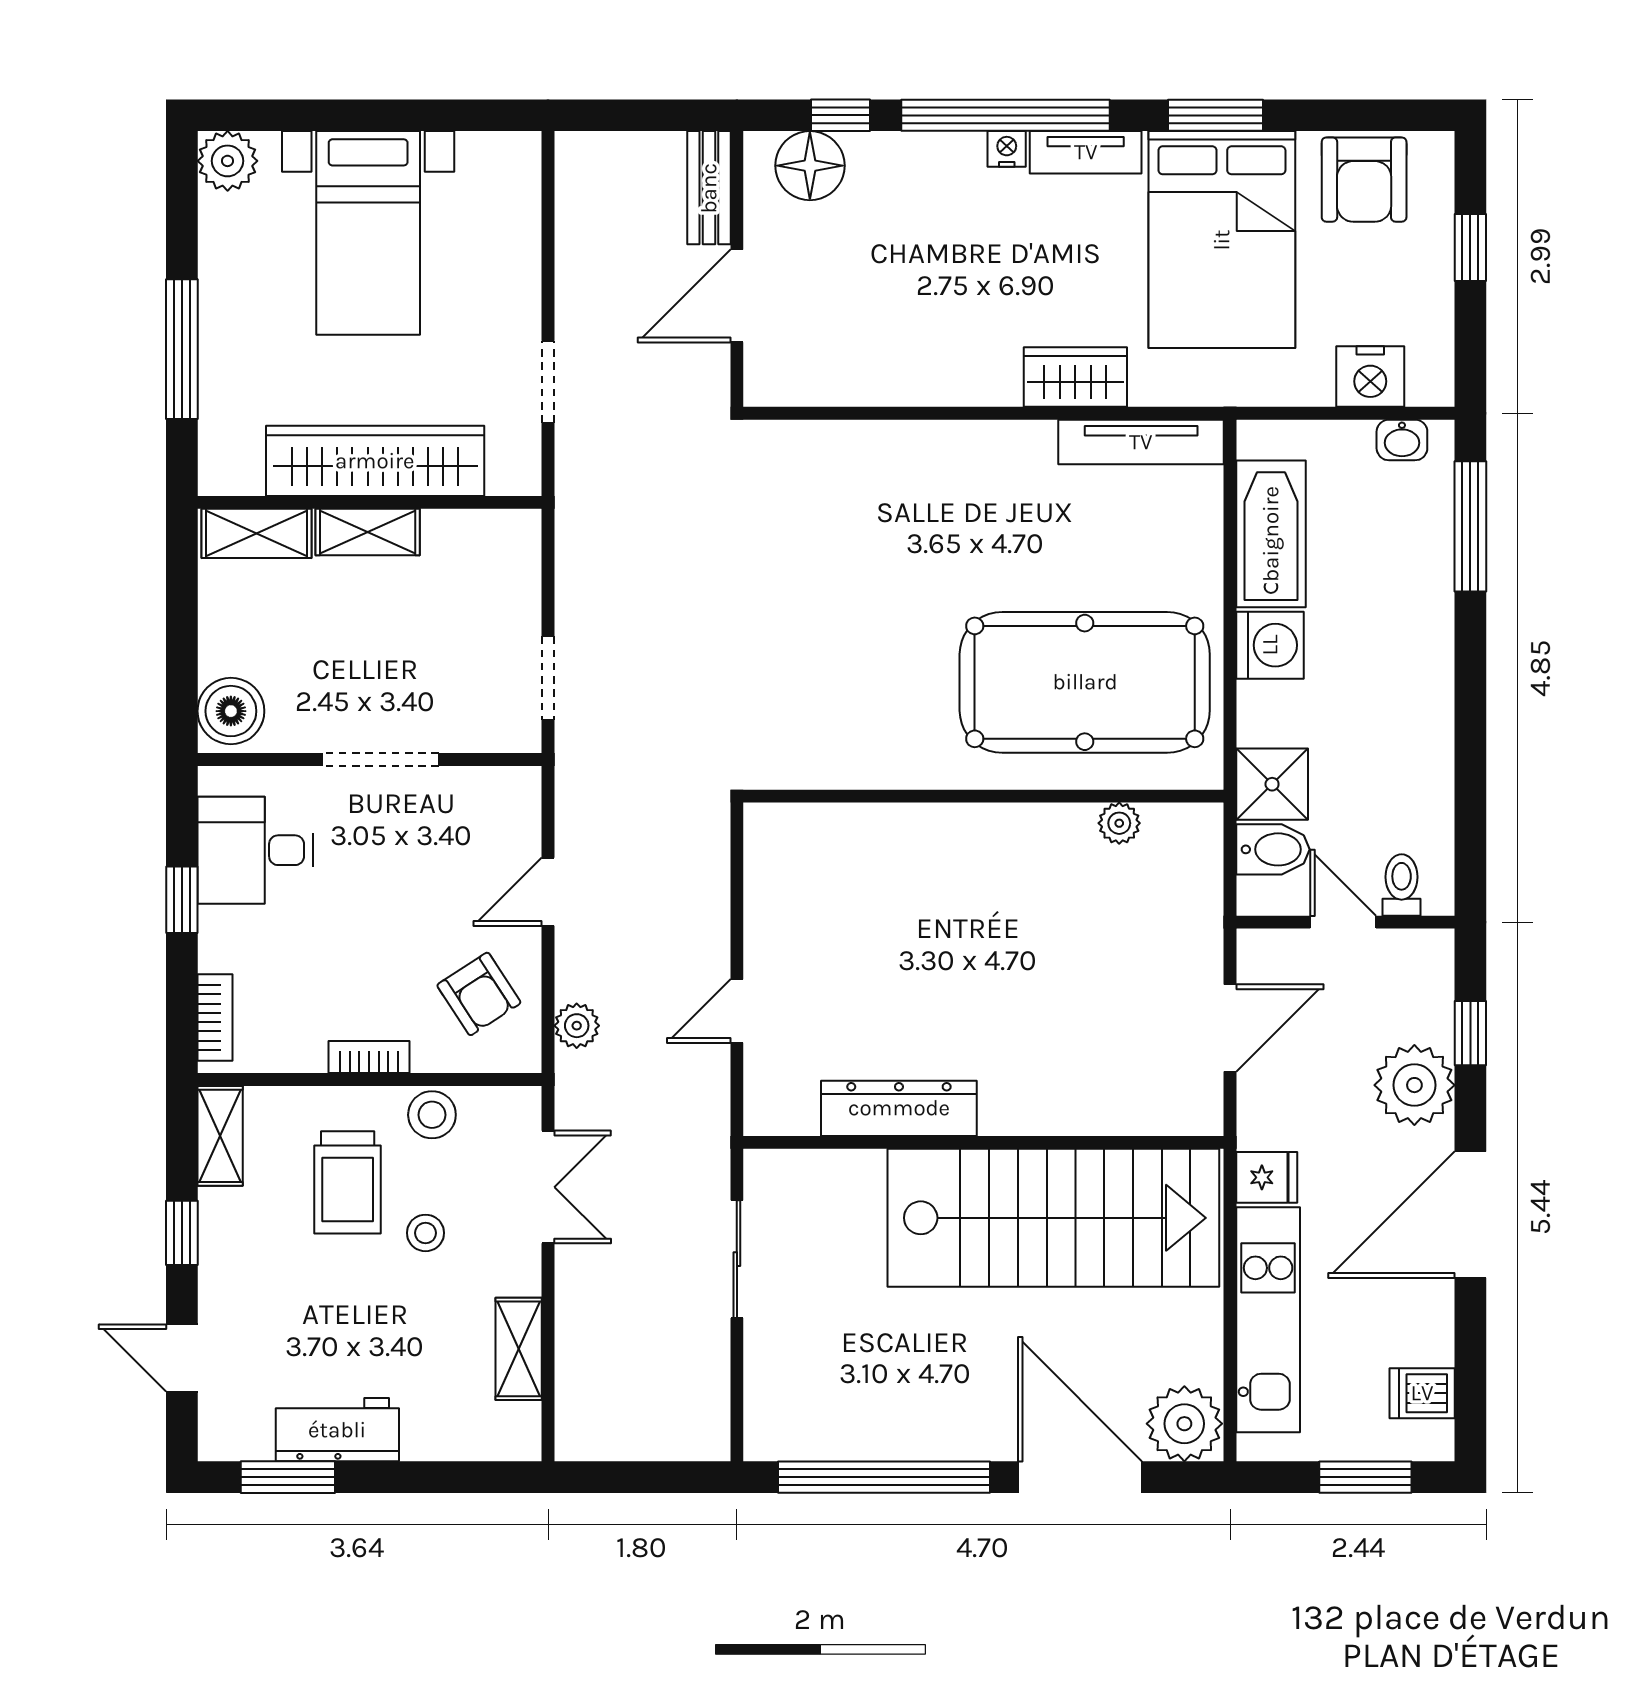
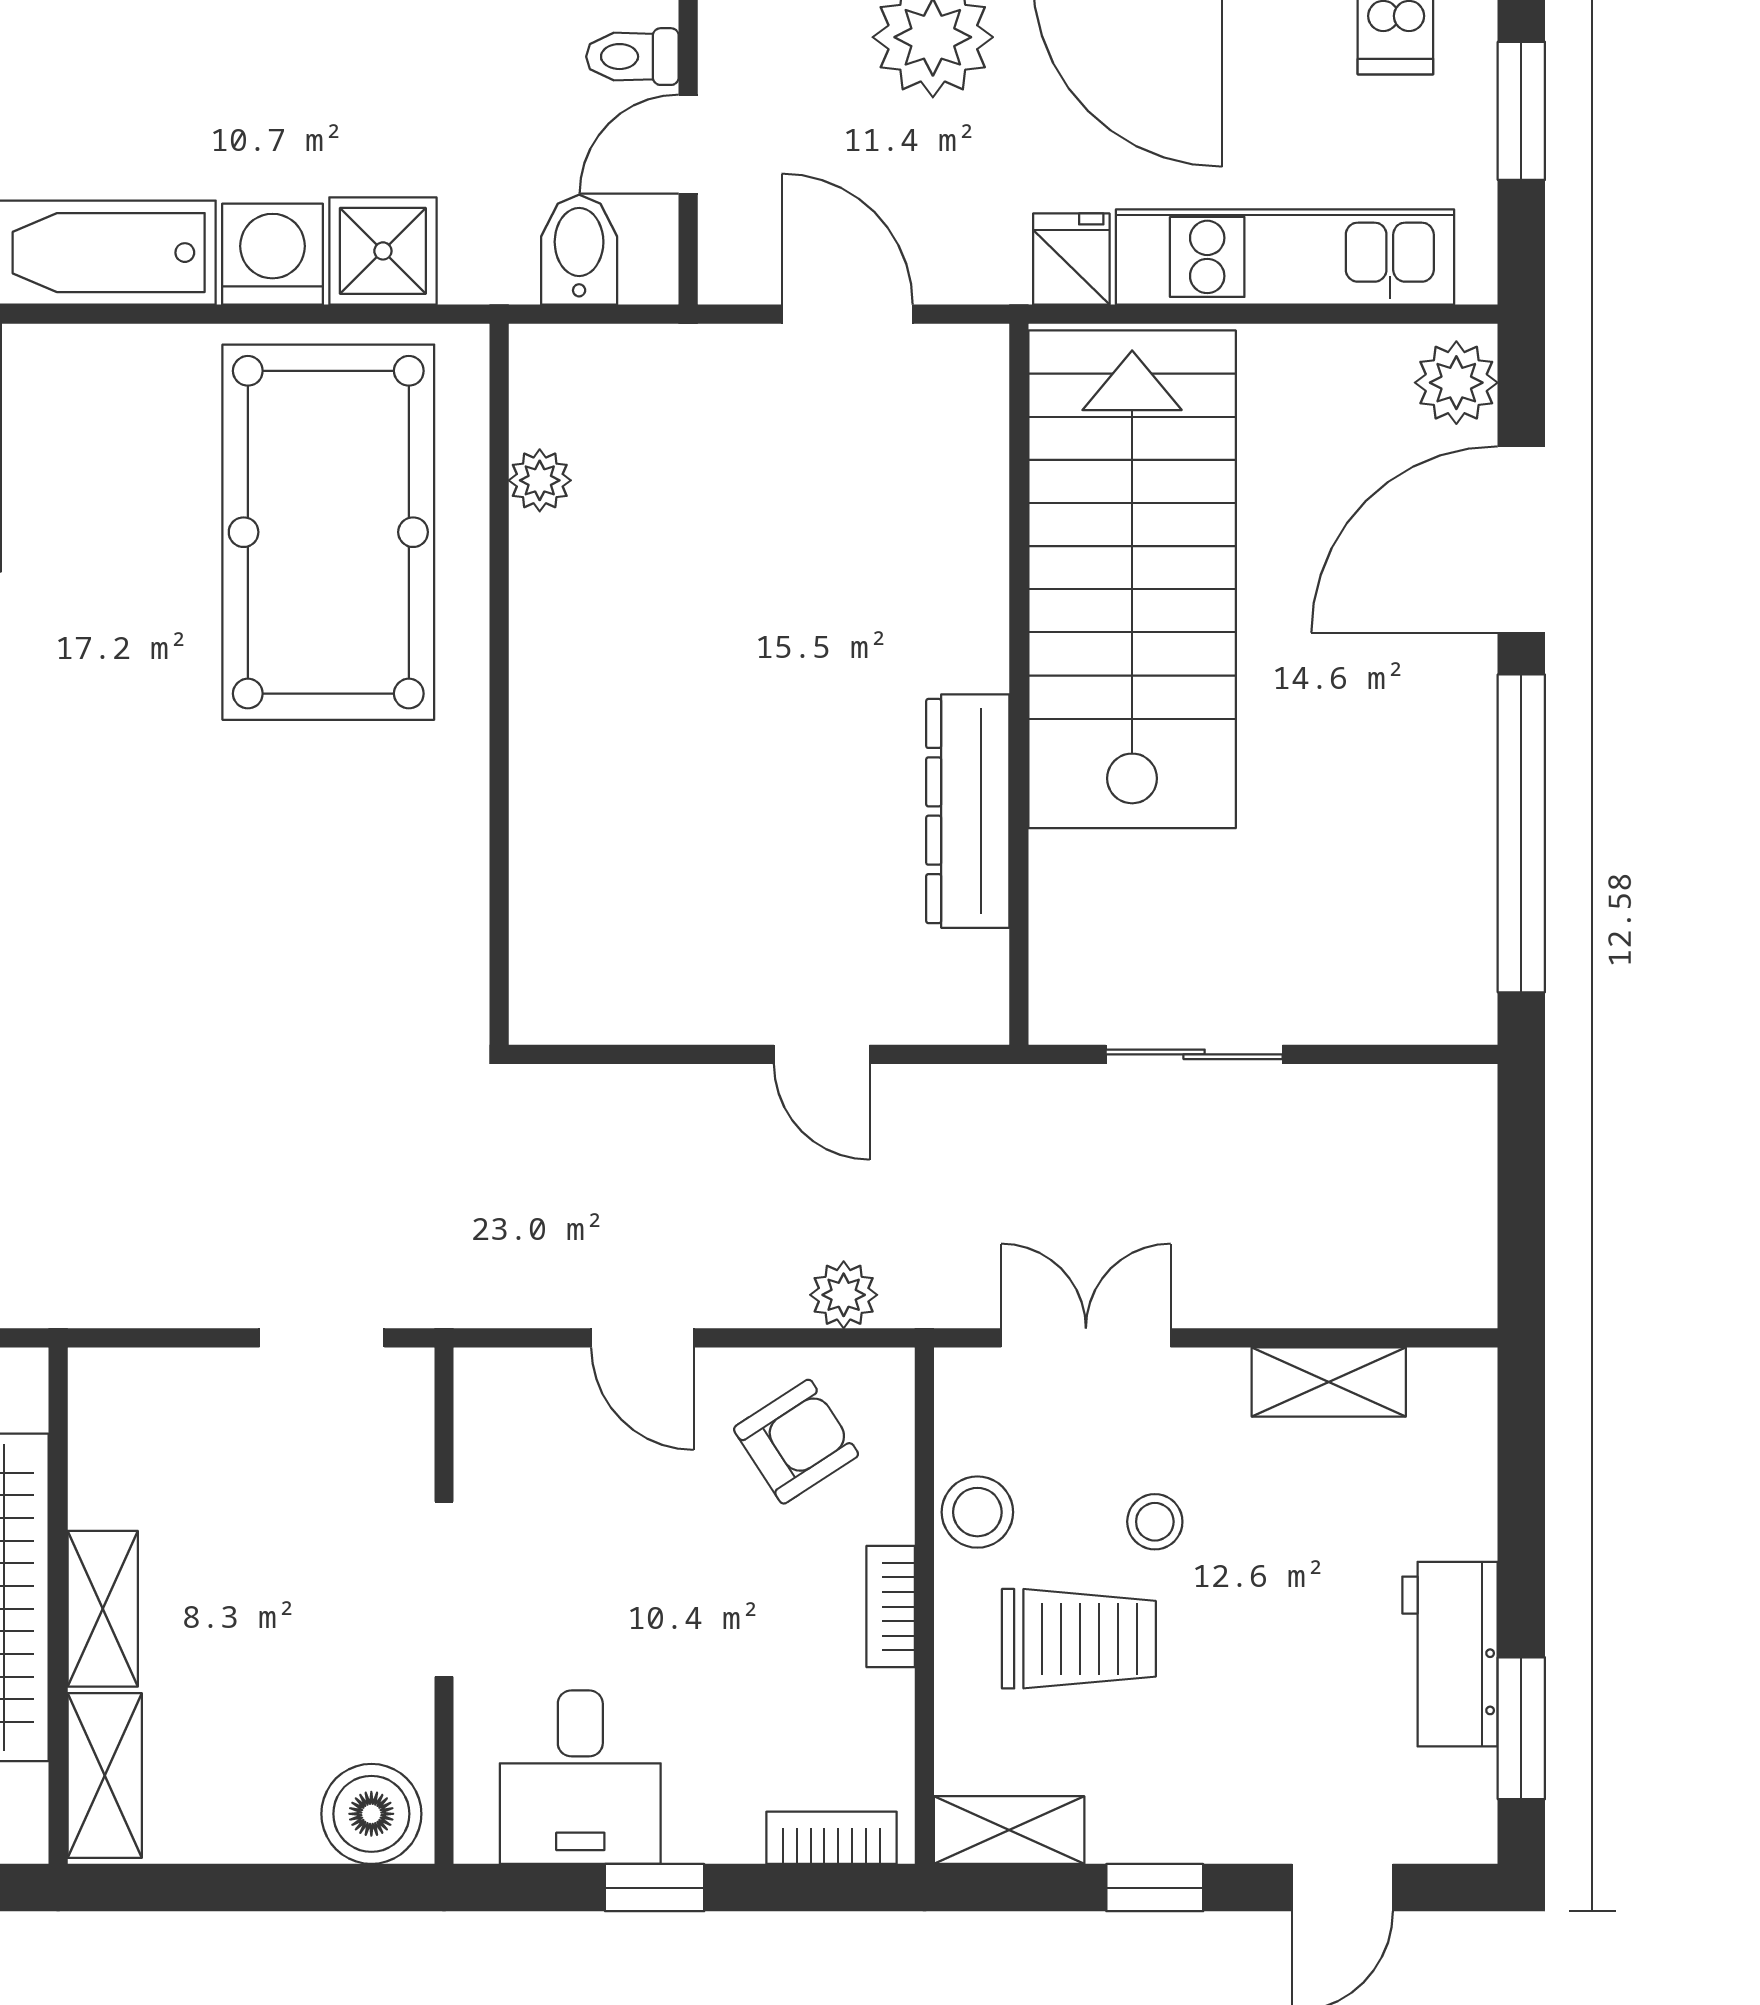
shower: (1272, 784) -> (383, 251), moved
plant: (1184, 1424) -> (1456, 383), width x0.73, depth x0.73

